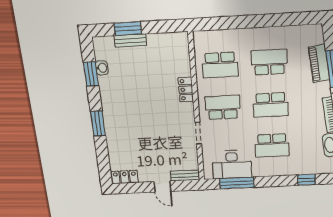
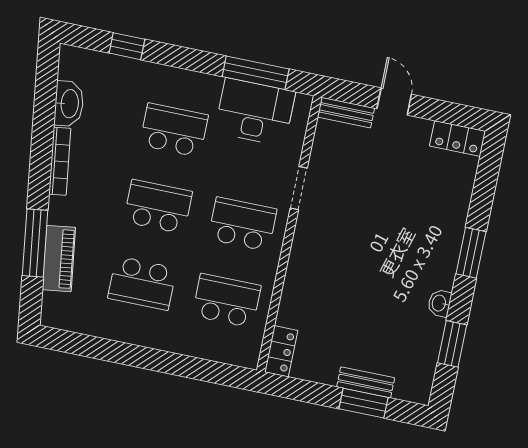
washbasin: (102, 68) -> (439, 303), moved
locker: (186, 90) -> (281, 351), moved
school desk: (223, 107) -> (242, 224), turned 180

